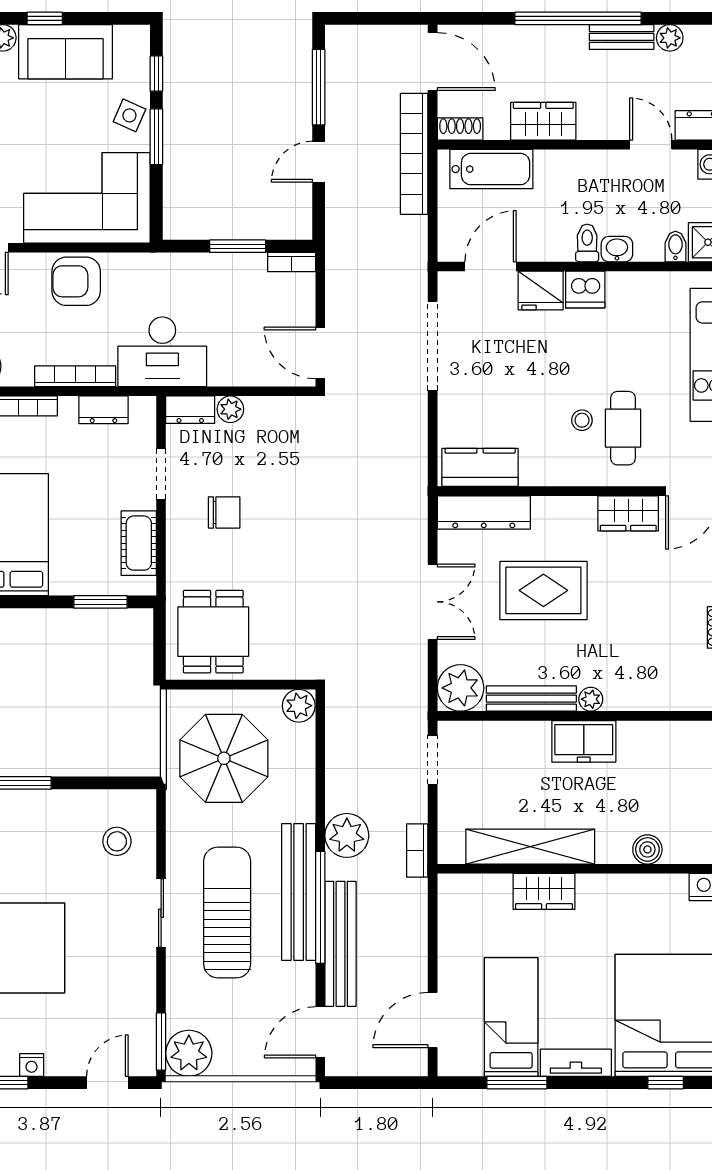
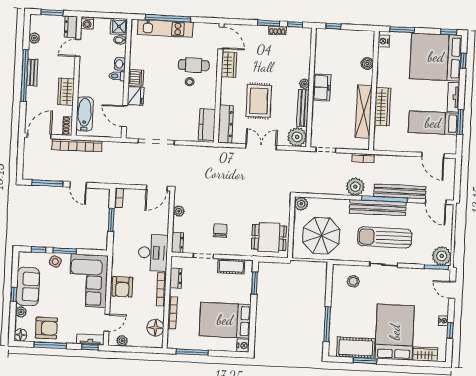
bench: (622, 37) -> (32, 72), moved
plant: (230, 409) -> (179, 211), moved
wardrobe: (544, 891) -> (382, 107), width x1.50

